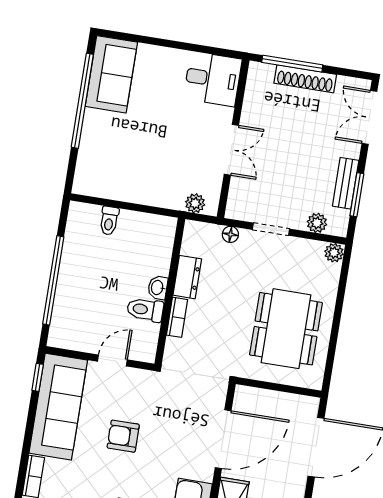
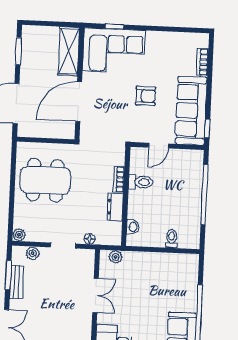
double door: (231, 150) -> (95, 295), swing flipped
washbasin: (158, 288) -> (133, 227), moved
dining table: (286, 329) -> (45, 180), turned 90

